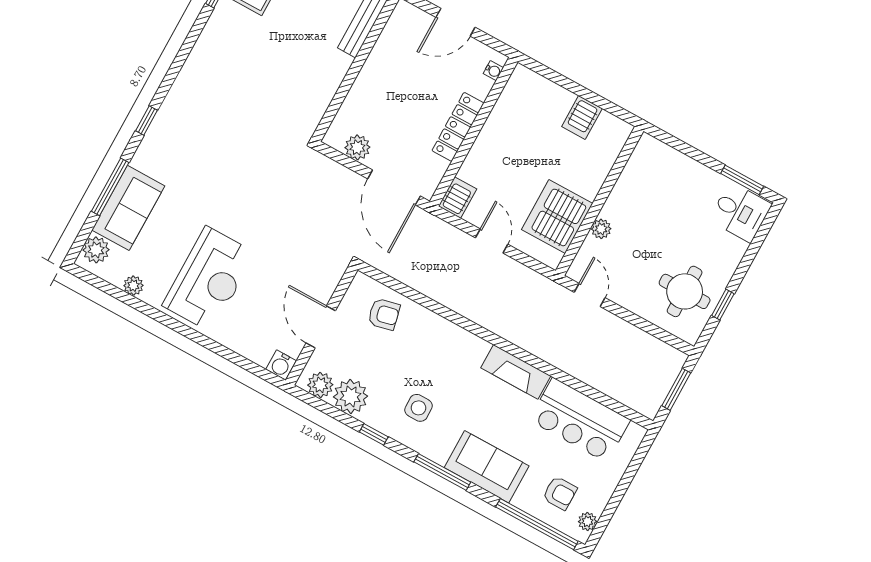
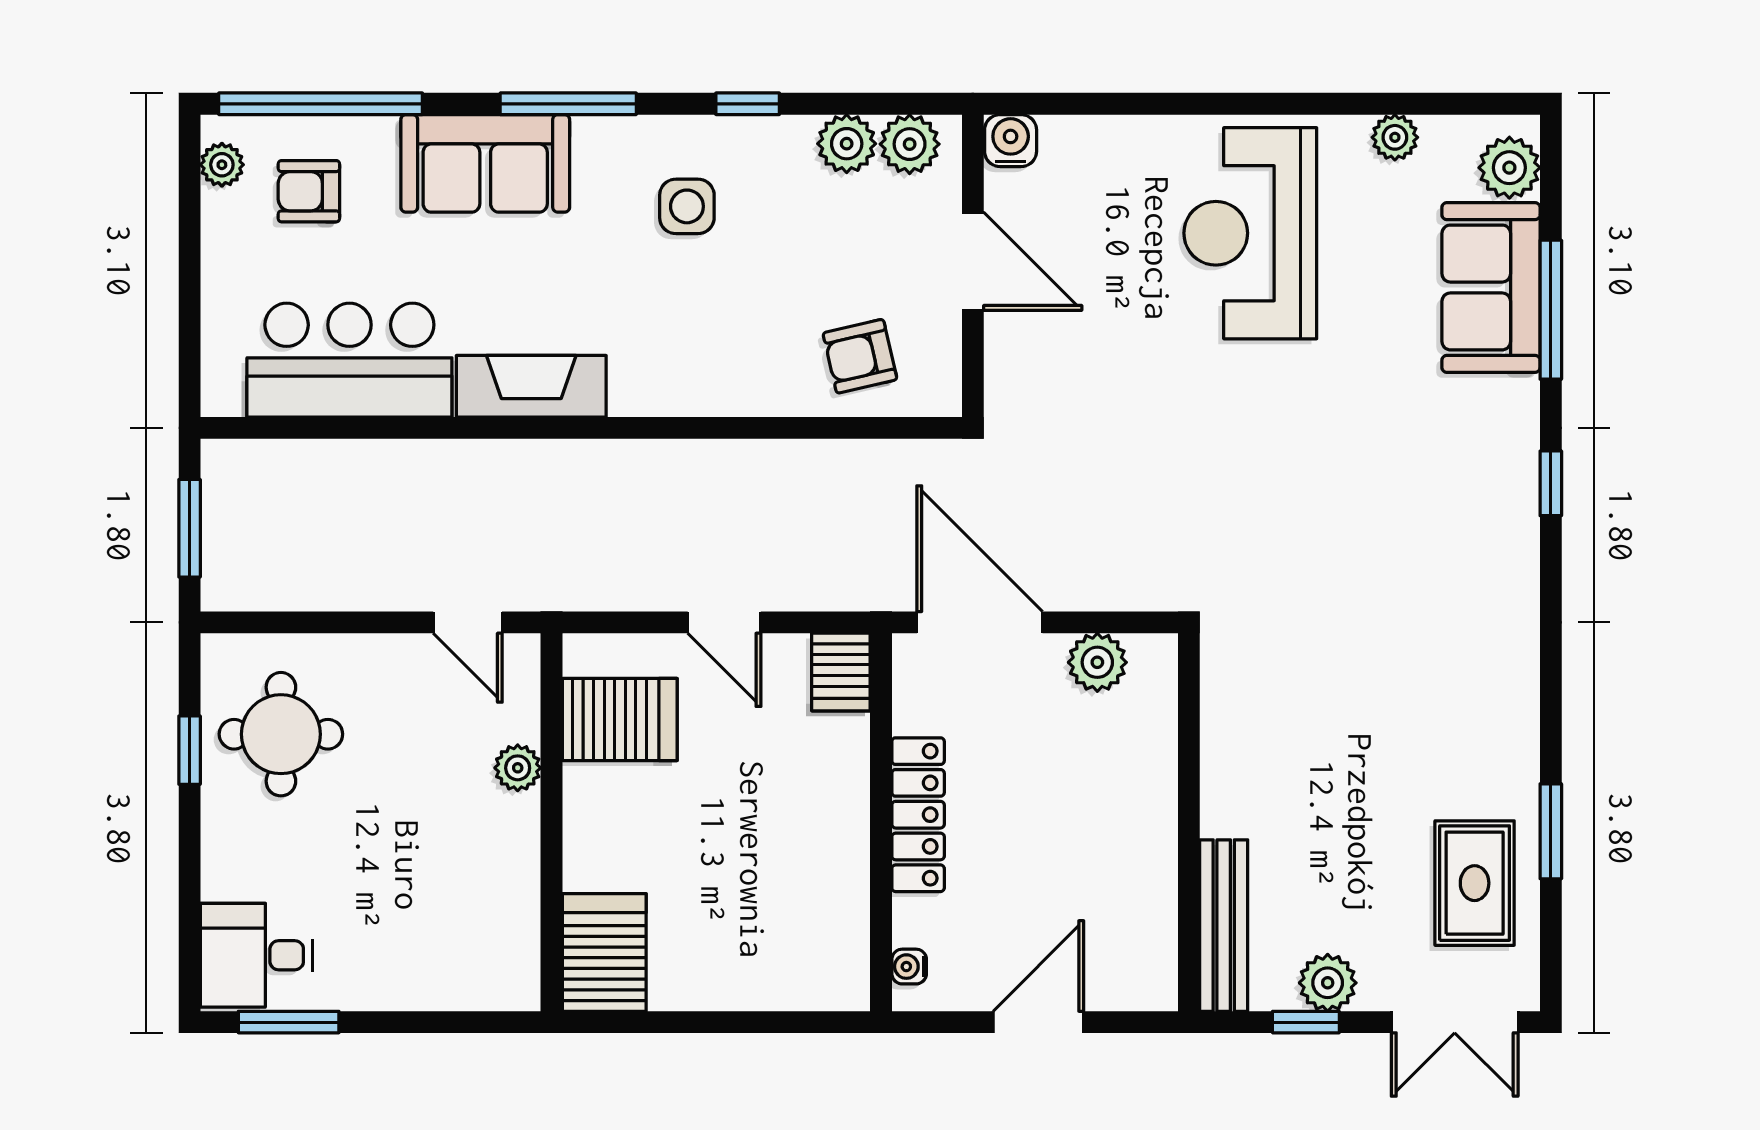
server rack: (582, 117) -> (604, 952), moved, width x1.36, depth x1.44
server rack: (557, 216) -> (620, 719), width x0.62
plant: (351, 396) -> (847, 144), width x0.73, depth x0.73

